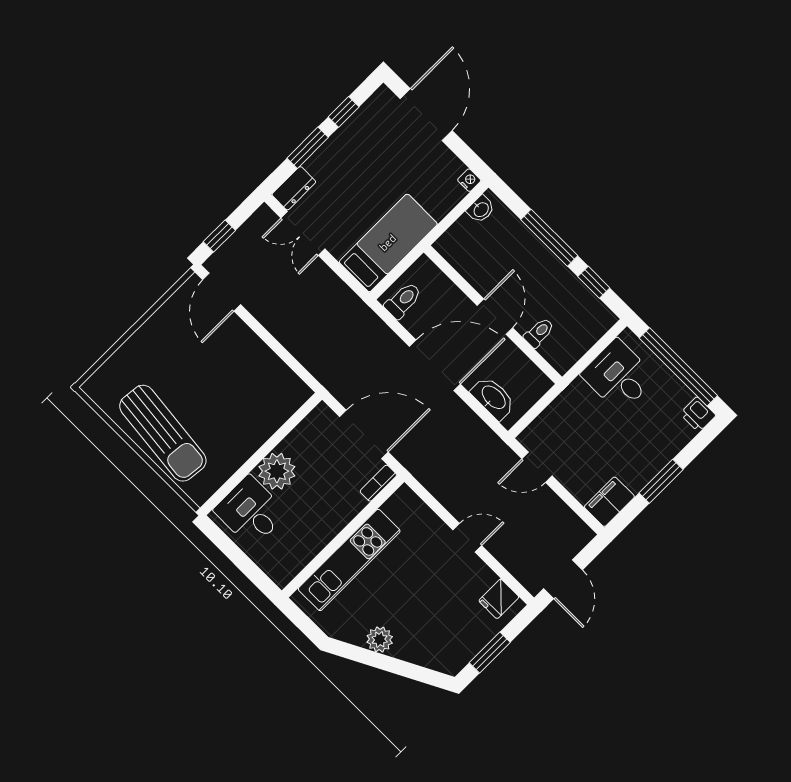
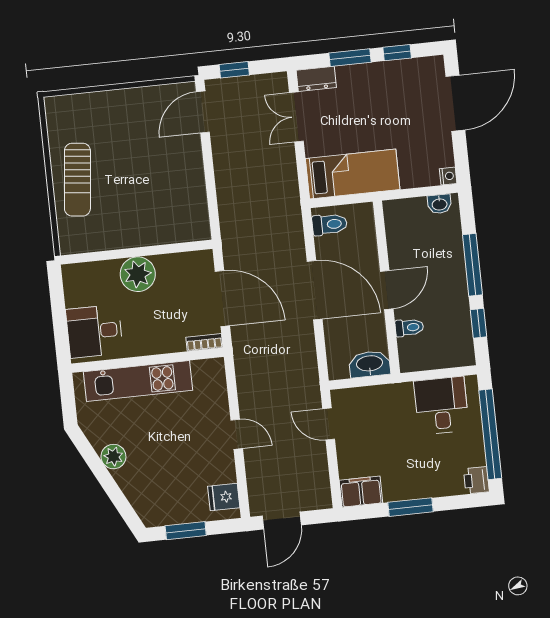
washbasin: (493, 398) -> (370, 364), moved, turned -90
sun lounger: (163, 433) -> (77, 180), width x0.73, depth x0.75
desk: (251, 511) -> (94, 331), moved, turned -90

